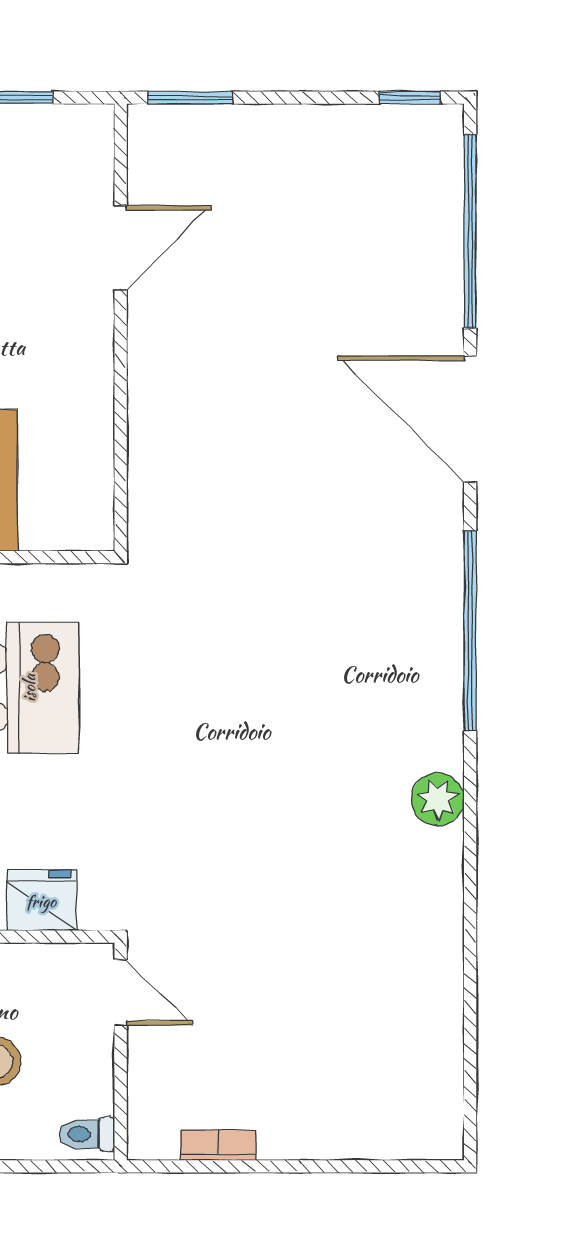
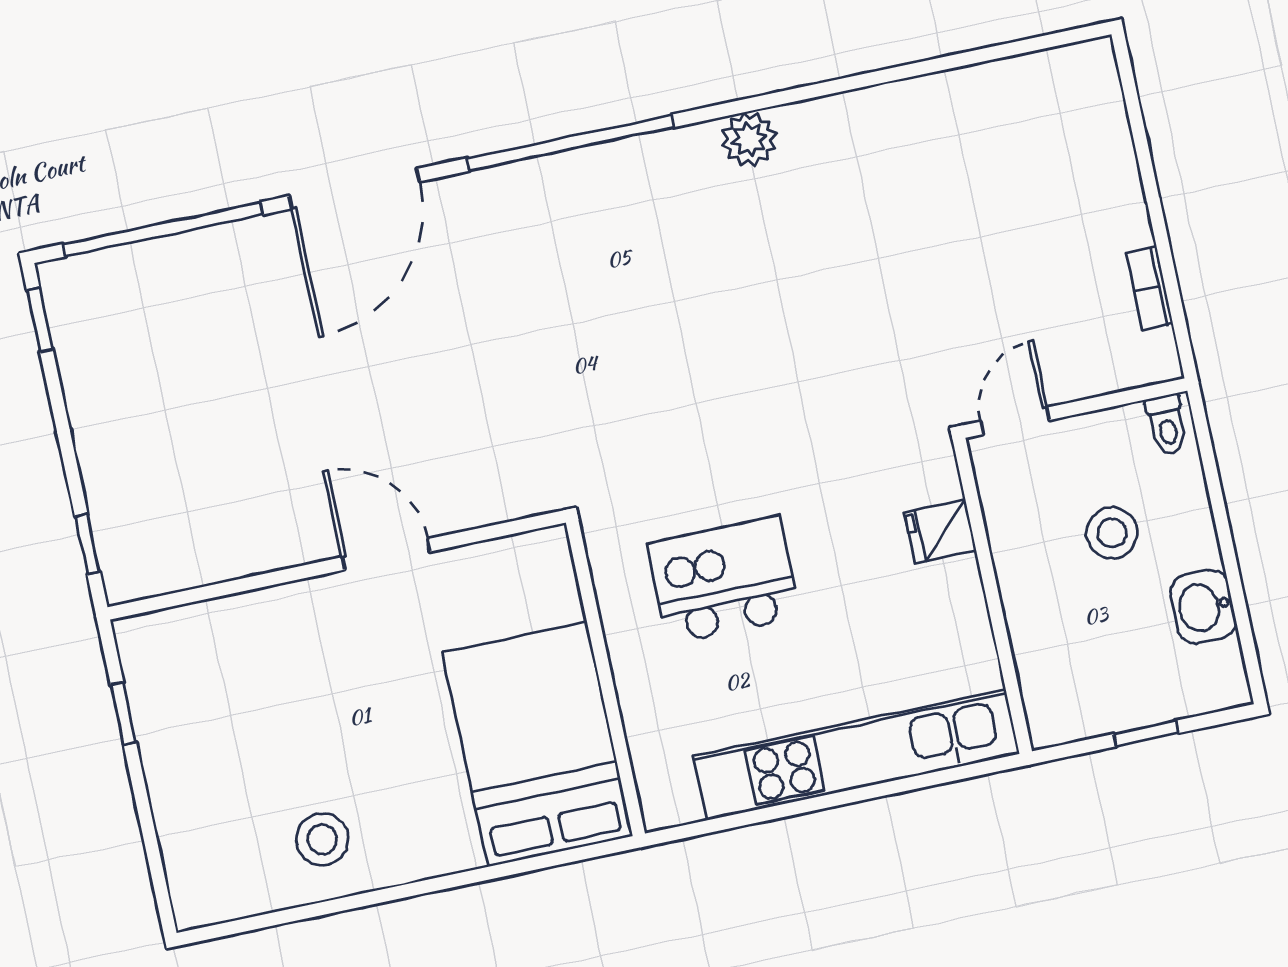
window: (190, 98) -> (87, 544), width x0.67
door: (121, 248) -> (386, 554), moved
fridge: (41, 901) -> (940, 531), width x0.72

